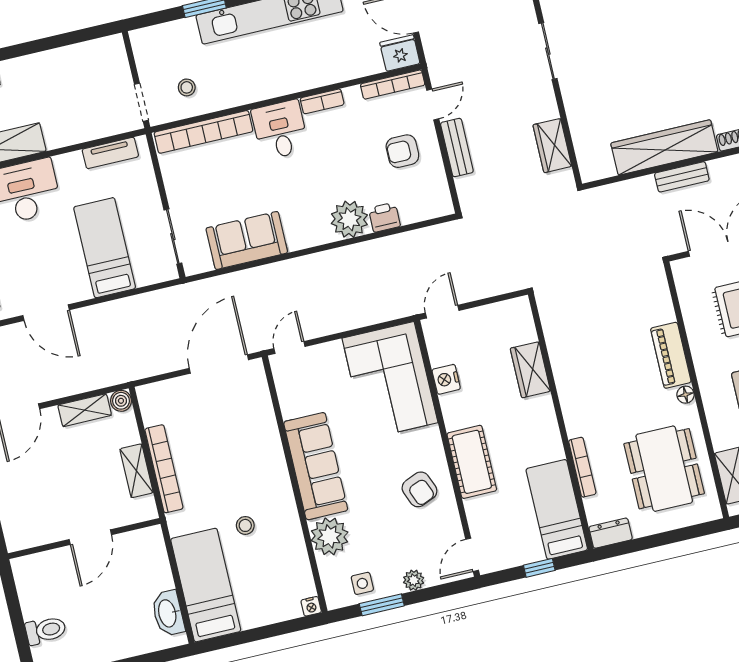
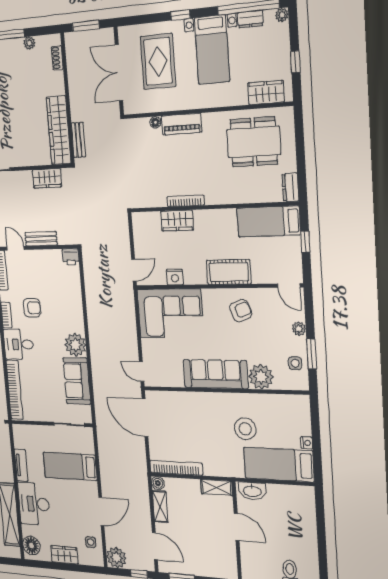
wardrobe: (664, 148) -> (59, 130), moved
armchair: (402, 151) -> (32, 308), moved, turned -90
tv unit: (110, 153) -> (21, 465), moved
bench: (682, 177) -> (78, 140), moved
printer: (384, 217) -> (71, 257), moved, turned -90
plant: (349, 219) -> (75, 345), moved
door: (442, 312) -> (134, 270), swing flipped
floor lamp: (686, 395) -> (155, 122), moved
bookcase: (582, 467) -> (186, 201), moved
bookcase: (164, 469) -> (176, 468), moved
shelving: (137, 471) -> (217, 487), moved
stool: (245, 525) -> (245, 429), width x1.89, depth x1.89
nightstand: (311, 606) -> (307, 443), moved
washbasin: (168, 613) -> (252, 491), moved

